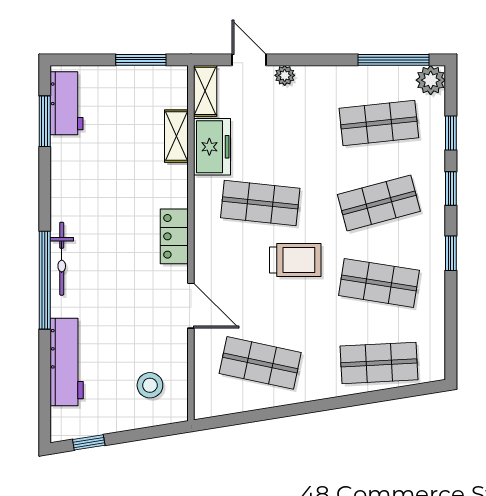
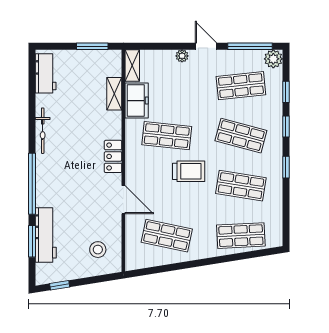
door: (249, 60) -> (206, 46), moved
window: (45, 121) -> (32, 241), moved
shop shelf: (379, 203) -> (241, 136), turned 30
bicycle: (62, 259) -> (43, 131), moved

